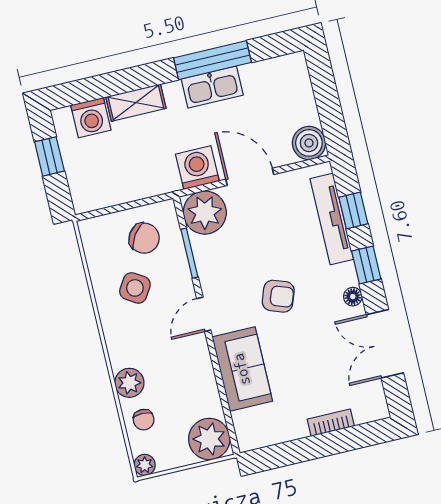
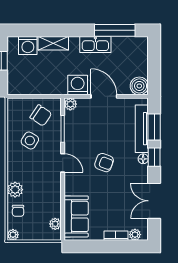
window: (212, 60) -> (115, 30), moved
window: (353, 210) -> (154, 127), width x1.50
plant: (205, 213) -> (70, 104), width x0.53, depth x0.53
floor lamp: (353, 297) -> (143, 159), moved
door: (204, 314) -> (63, 163), swing flipped
sofa: (242, 369) -> (76, 216), moved
plant: (365, 413) -> (135, 235), added
plant: (209, 439) -> (55, 224), width x0.53, depth x0.53

